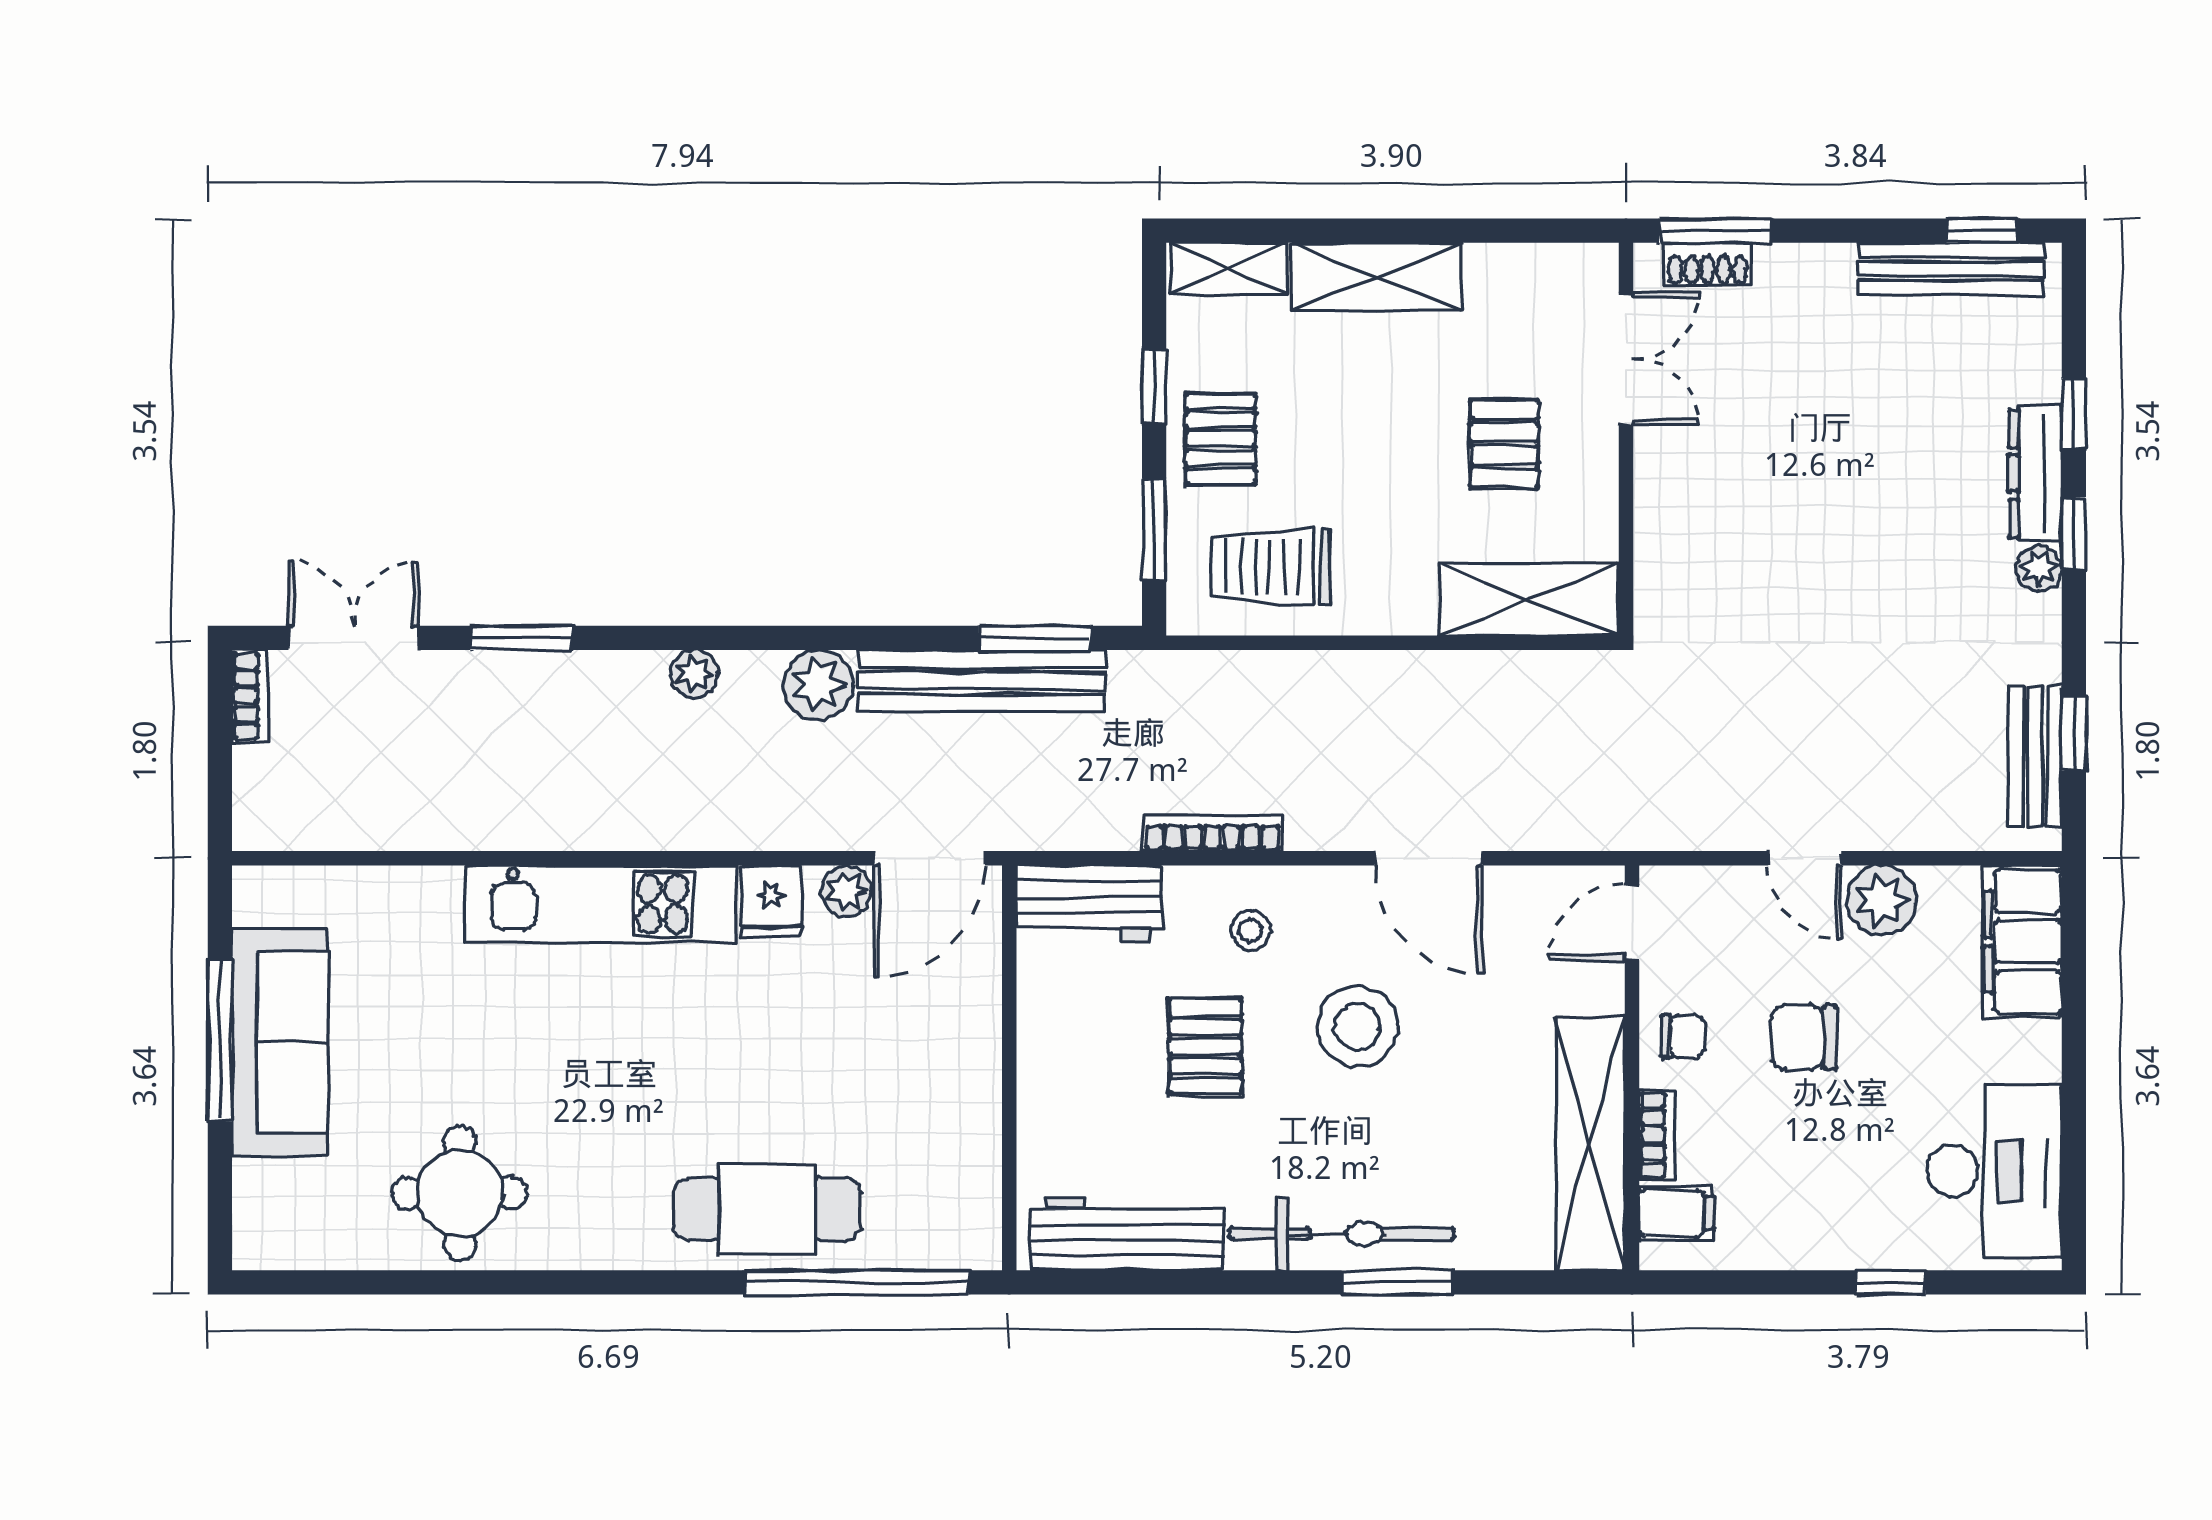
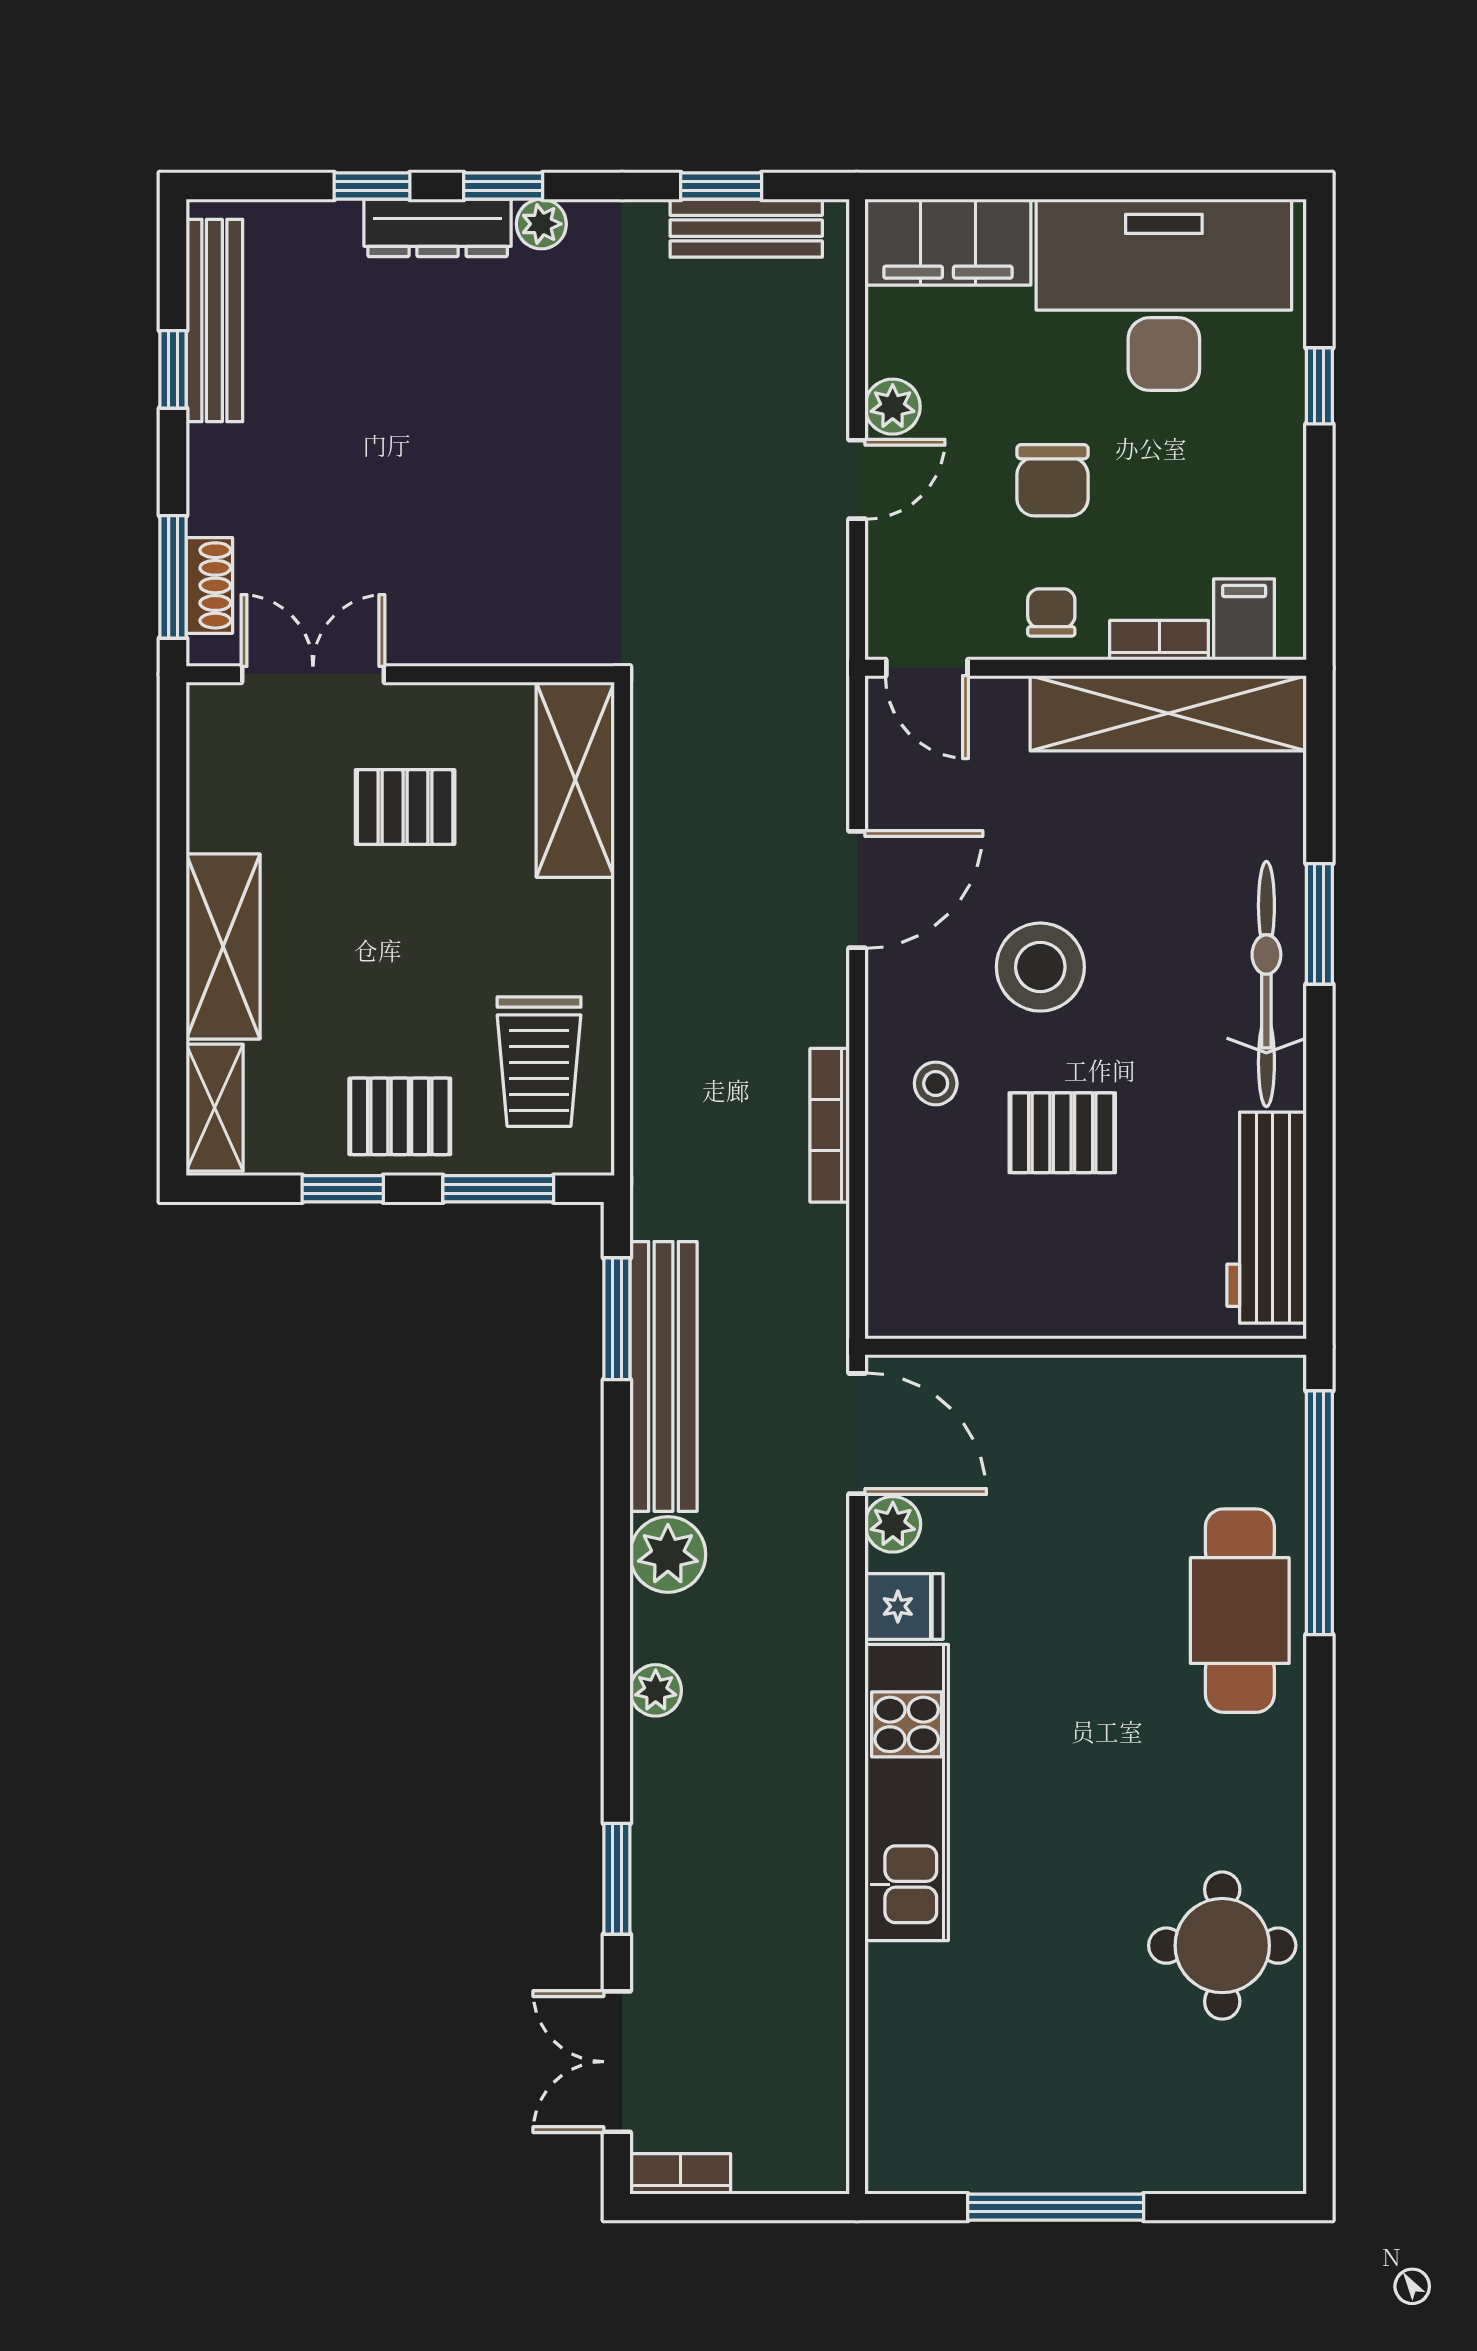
window: (1982, 231) -> (173, 369), moved
plant: (1881, 900) -> (893, 407), width x0.73, depth x0.73
workbench: (1089, 903) -> (906, 1259), removed
sofa: (280, 1042) -> (1057, 2142), removed
desk: (1994, 1171) -> (1164, 295), width x1.36, depth x1.30

